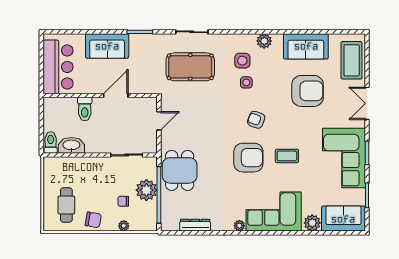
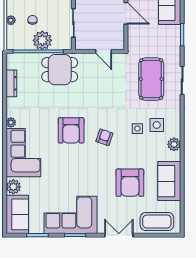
coffee table: (287, 156) -> (72, 164), removed

